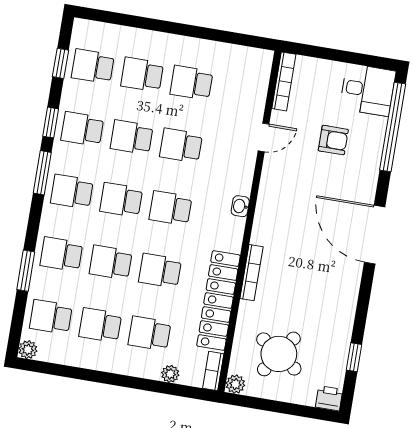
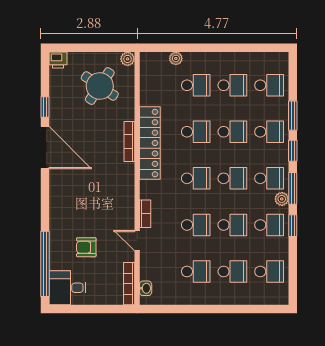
window: (60, 63) -> (293, 151), moved
door: (263, 137) -> (137, 241), hinge flipped
washbasin: (240, 206) -> (146, 288), moved
door: (375, 235) -> (45, 148), moved
locker: (218, 301) -> (150, 143), moved
plant: (28, 350) -> (282, 199), moved
window: (354, 357) -> (45, 107), moved
bookcase: (213, 371) -> (145, 214), moved

